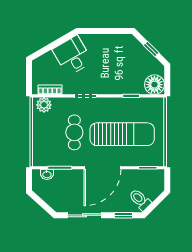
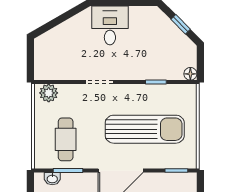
desk: (72, 56) -> (110, 25), moved, turned 30
floor lamp: (154, 85) -> (190, 74), width x0.53, depth x0.53
bookcase: (50, 90) -> (56, 74), removed
cafe table: (74, 132) -> (66, 139), moved

